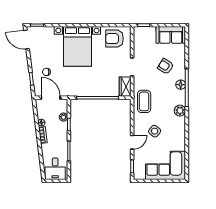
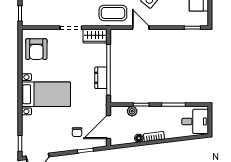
bed with nightstands: (77, 46) -> (46, 94), width x0.73
dresser: (91, 91) -> (101, 78), added
door: (132, 142) -> (141, 28), moved

